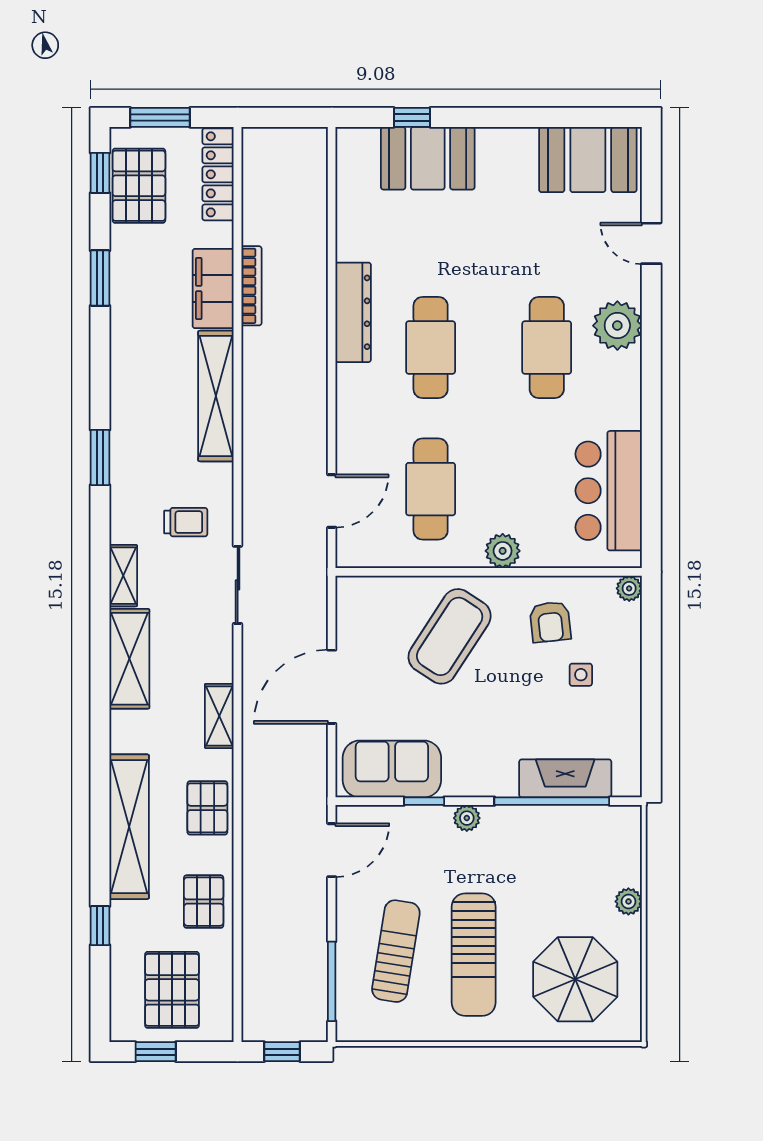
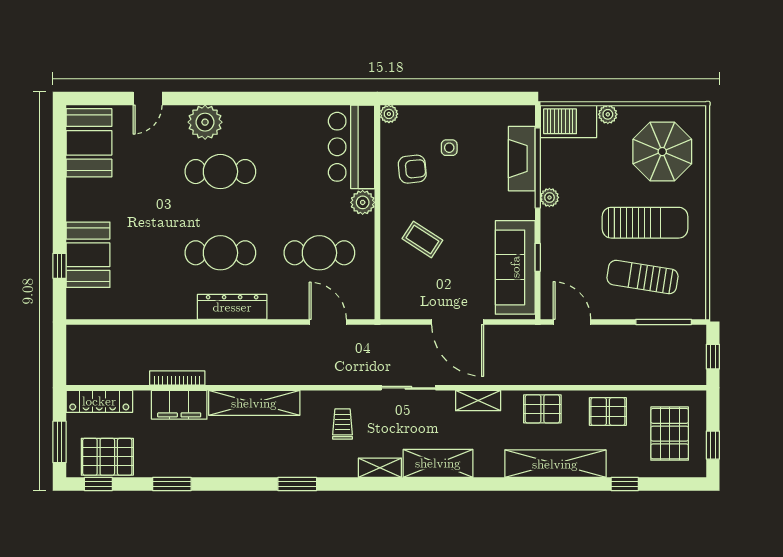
dresser: (353, 312) -> (232, 307), moved
bar counter: (609, 491) -> (352, 147), moved, turned 90
sliding door: (238, 585) -> (408, 388), moved
coffee table: (450, 636) -> (422, 239), width x0.54, depth x0.58
sofa: (392, 769) -> (515, 267), width x1.36
plant: (467, 818) -> (549, 198), moved
barbecue: (619, 845) -> (568, 121), added
pallet: (172, 990) -> (670, 434), turned 90

